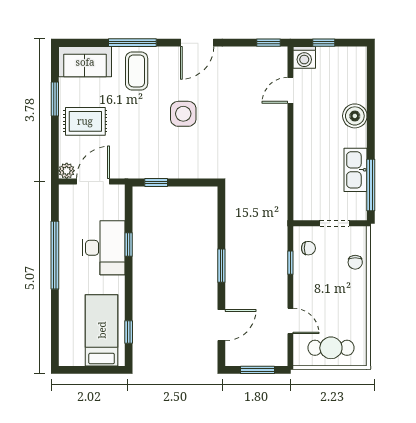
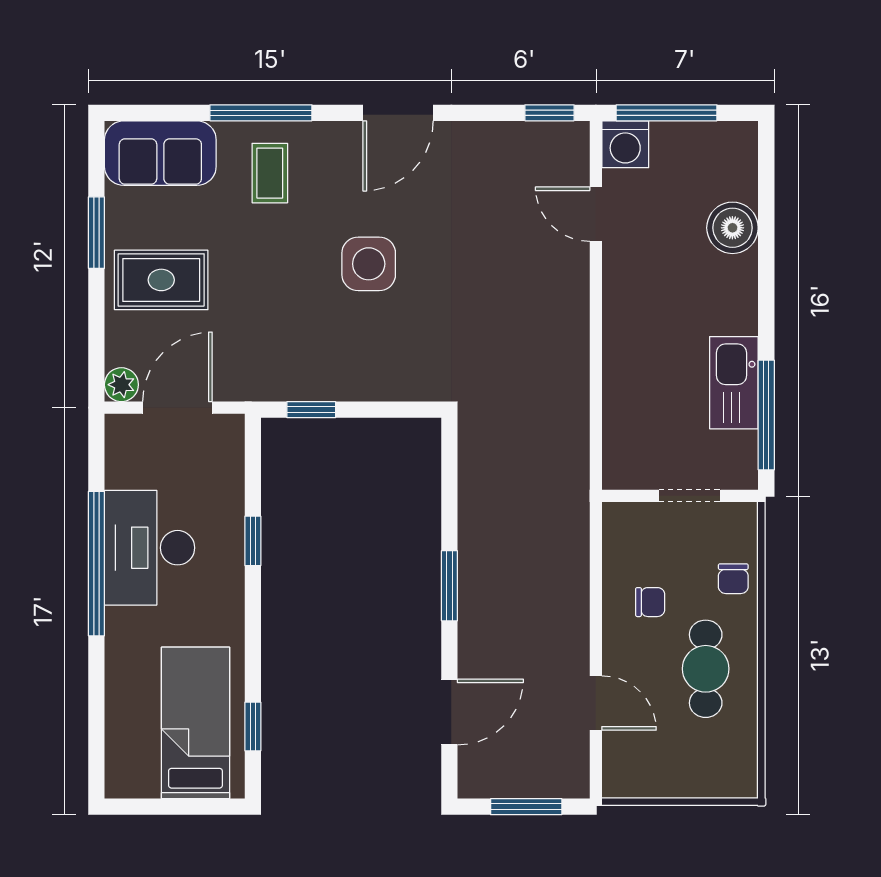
window: (324, 43) -> (667, 113), width x2.17
coffee table: (137, 71) -> (270, 173), width x0.73, depth x0.77
door: (290, 90) -> (596, 214), hinge flipped
boiler: (355, 116) -> (732, 228), moved
desk: (104, 248) -> (150, 548), moved, turned 180
chair: (308, 248) -> (650, 602), moved
window: (290, 263) -> (596, 579), removed
cafe table: (331, 348) -> (706, 669), moved, turned 90

